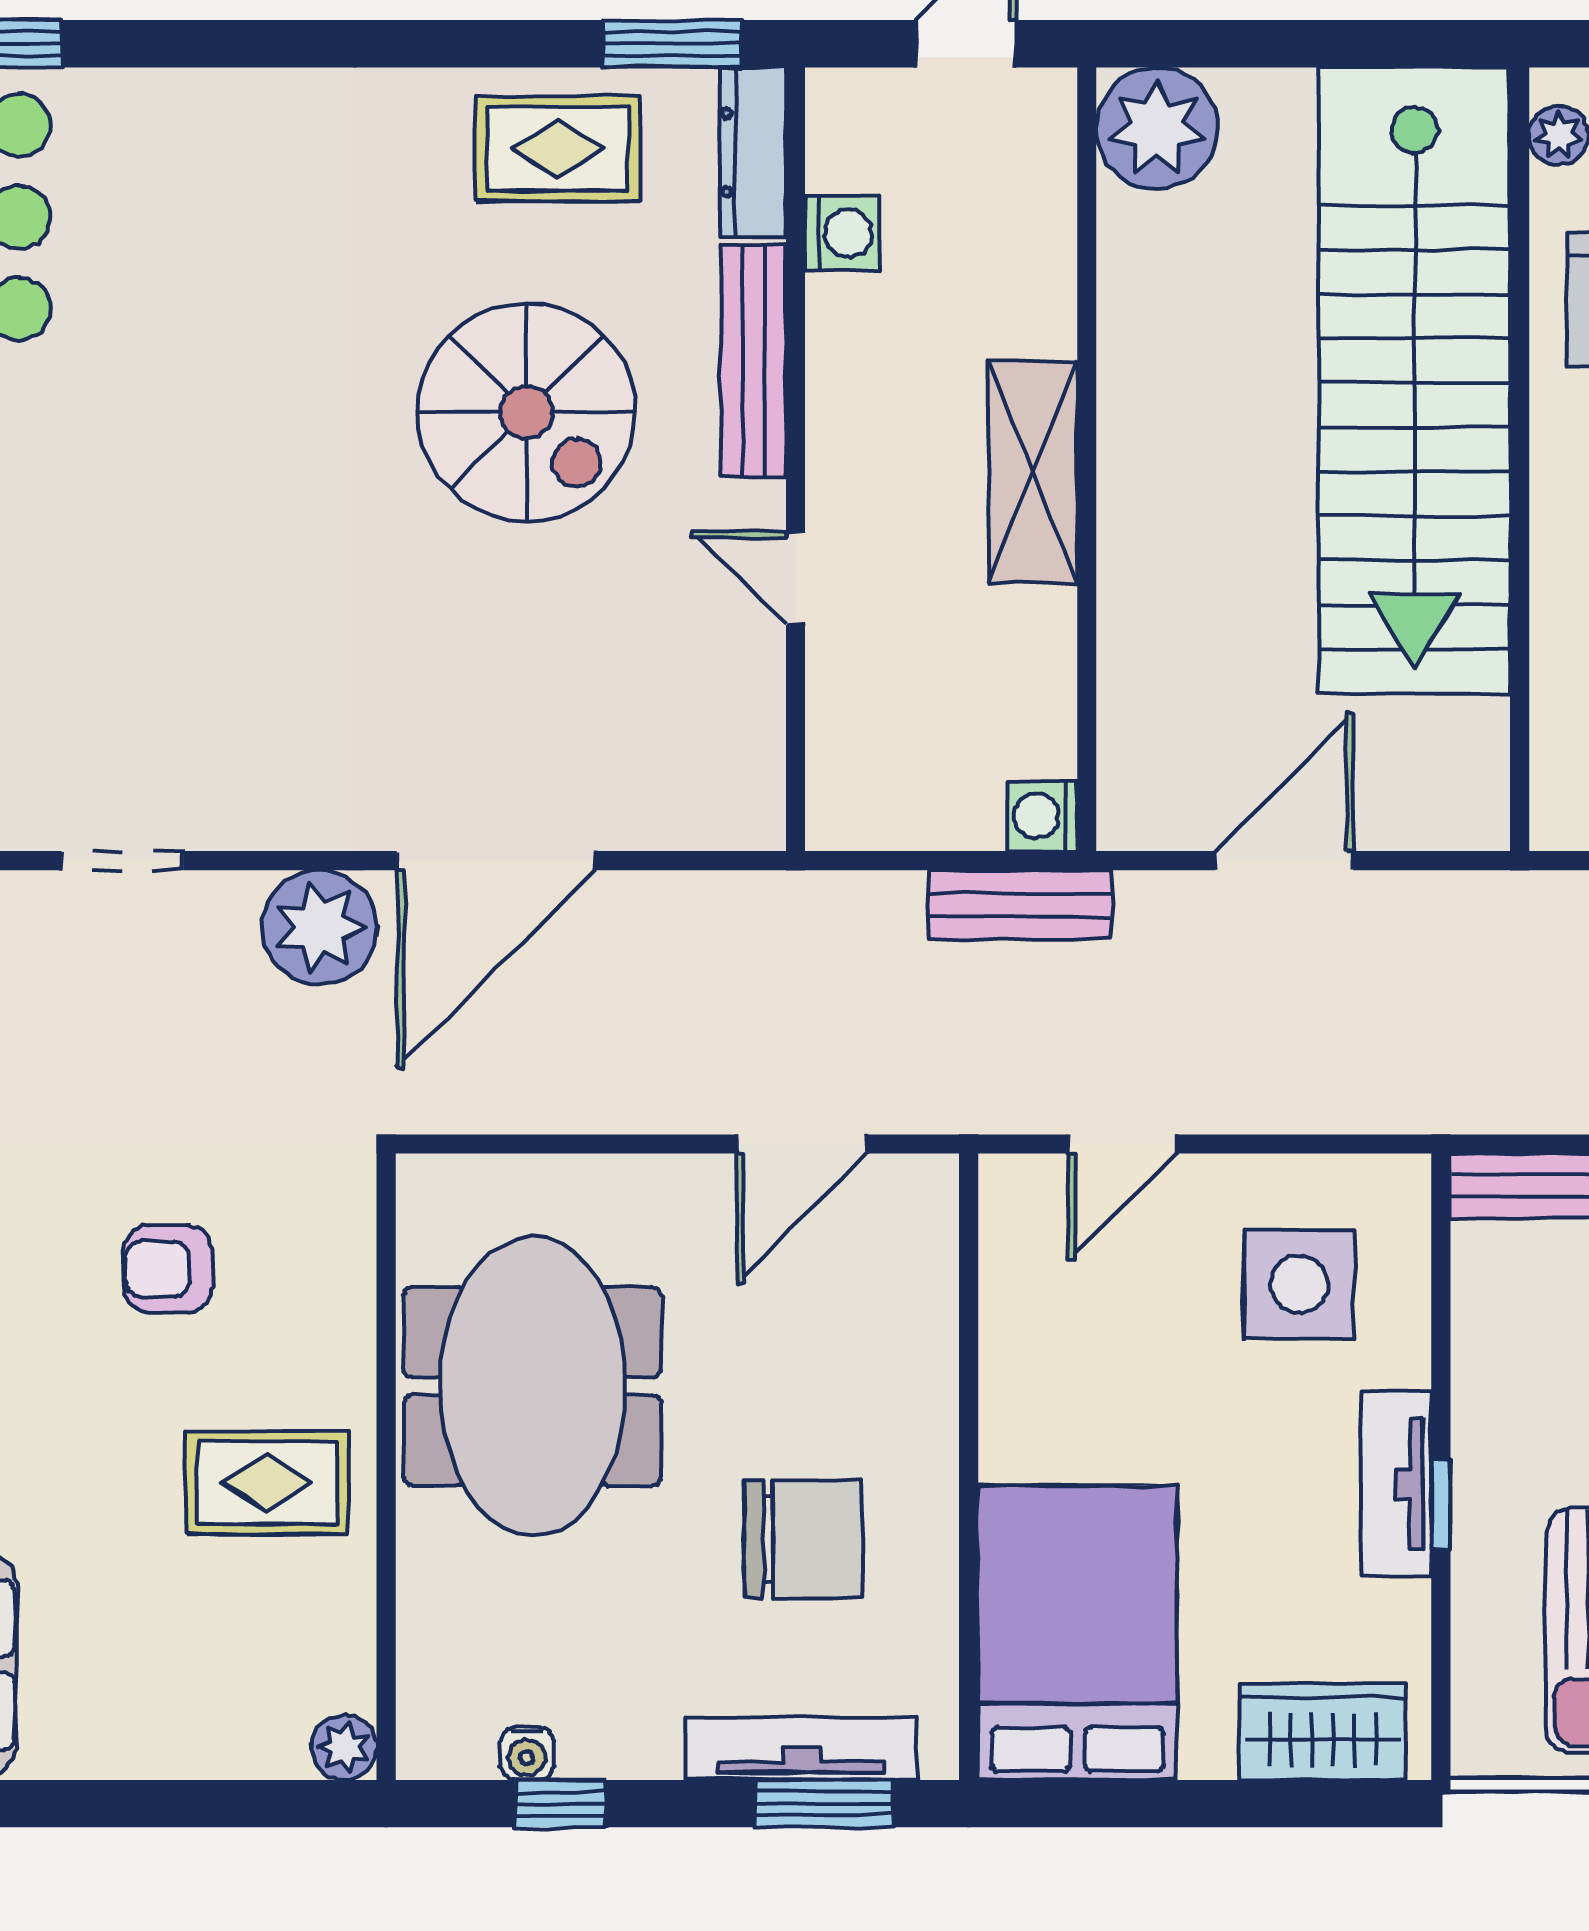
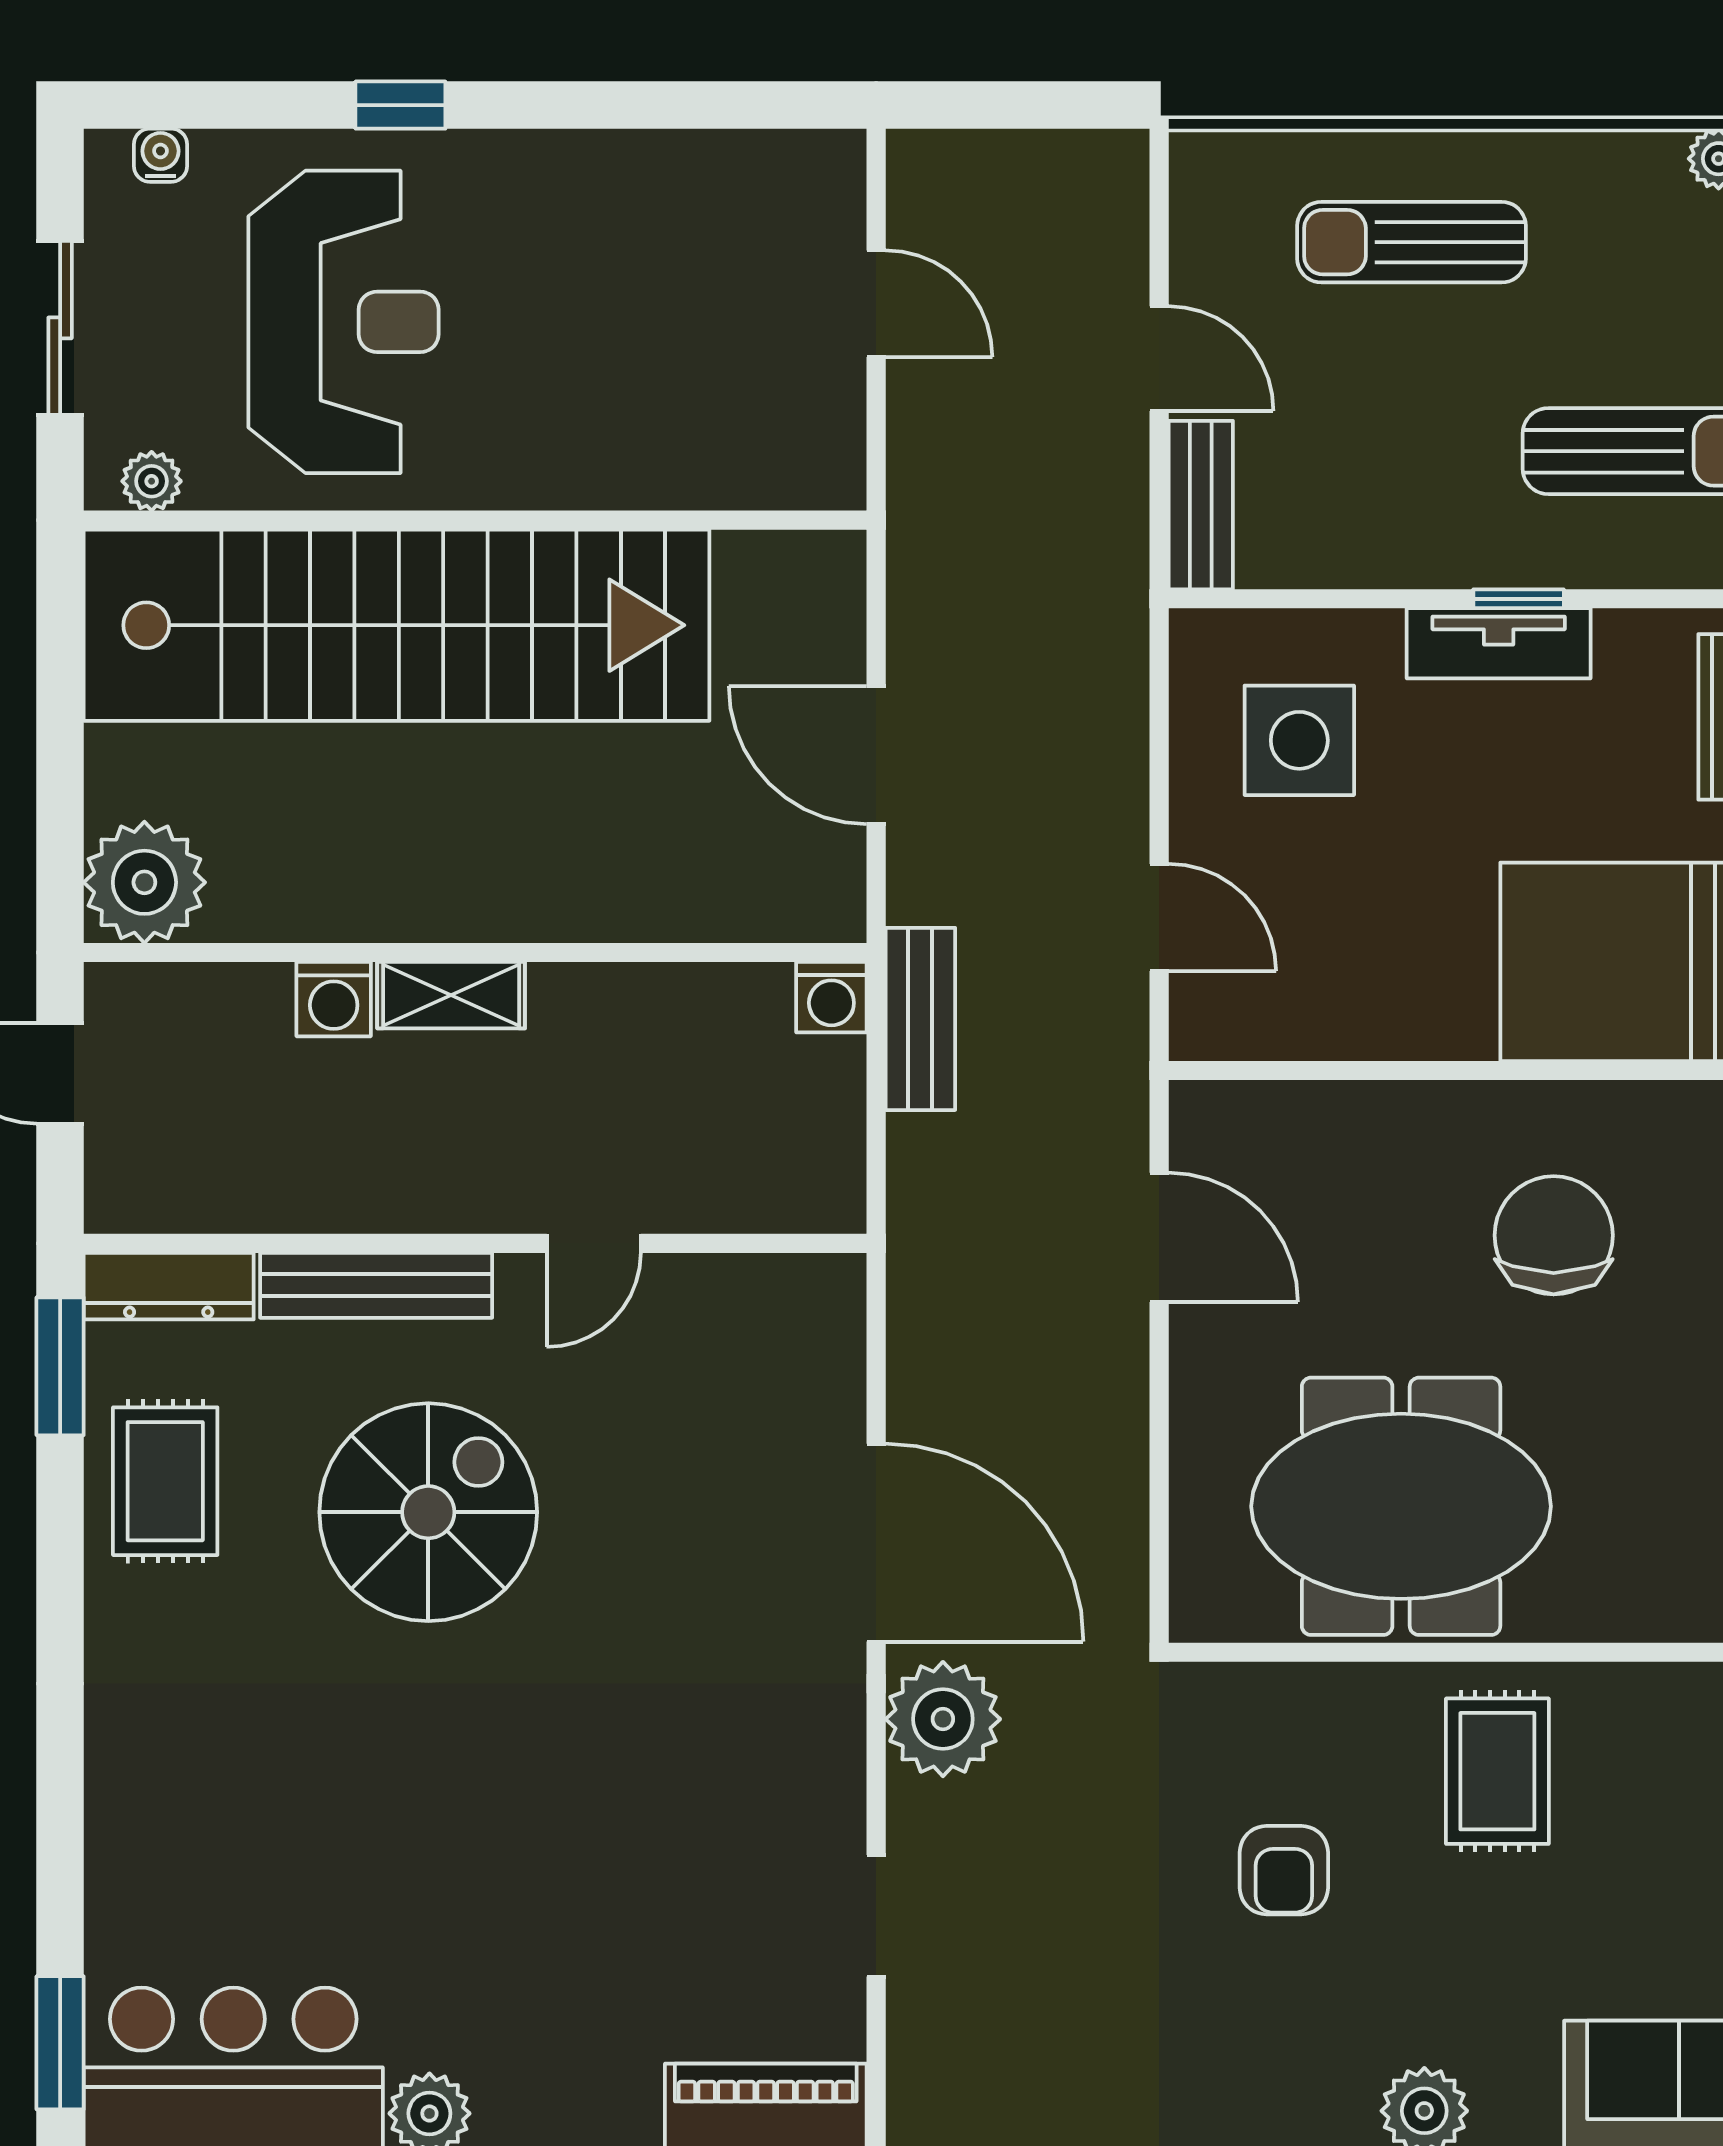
washing machine: (842, 233) -> (334, 999), moved, turned 180
shelving: (1033, 472) -> (451, 995), width x0.67, depth x0.75

